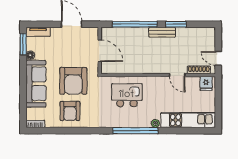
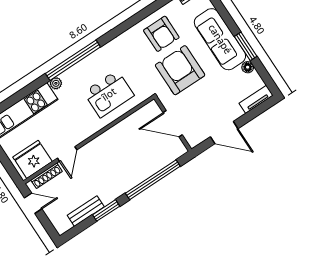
bench: (162, 32) -> (86, 211), moved
window: (23, 44) -> (246, 46), moved
door: (177, 75) -> (67, 154), swing flipped
fridge: (206, 83) -> (33, 159), width x1.88, depth x1.34
armchair: (70, 111) -> (161, 34), turned 180

